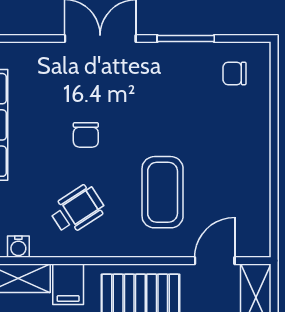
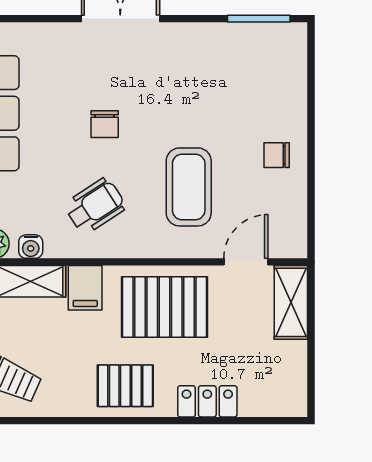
window: (186, 39) -> (259, 19), moved
chair: (235, 73) -> (277, 155), moved

